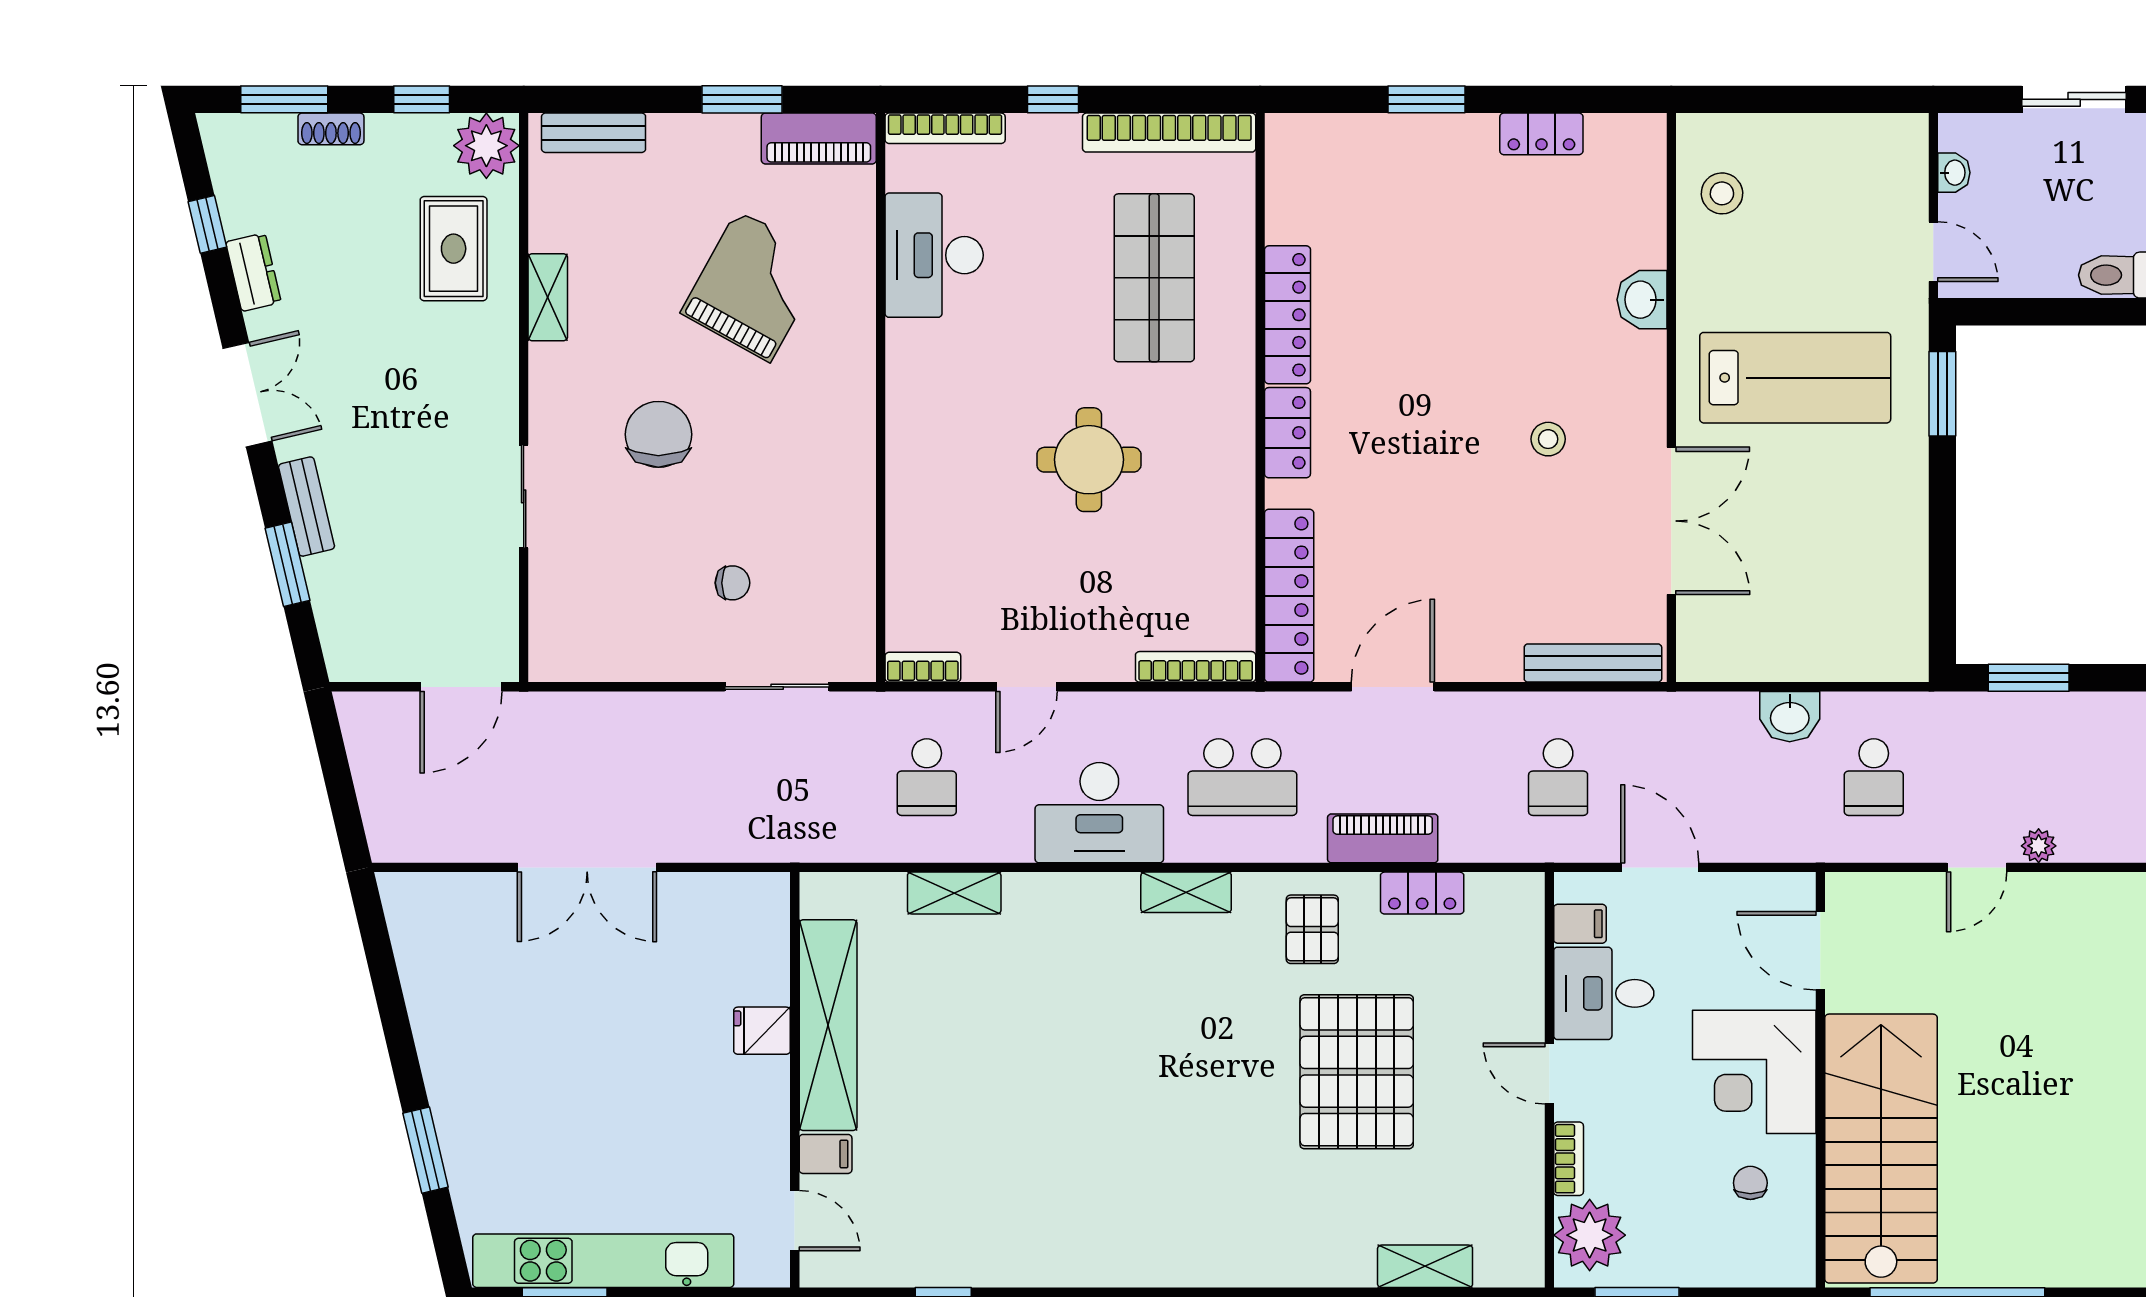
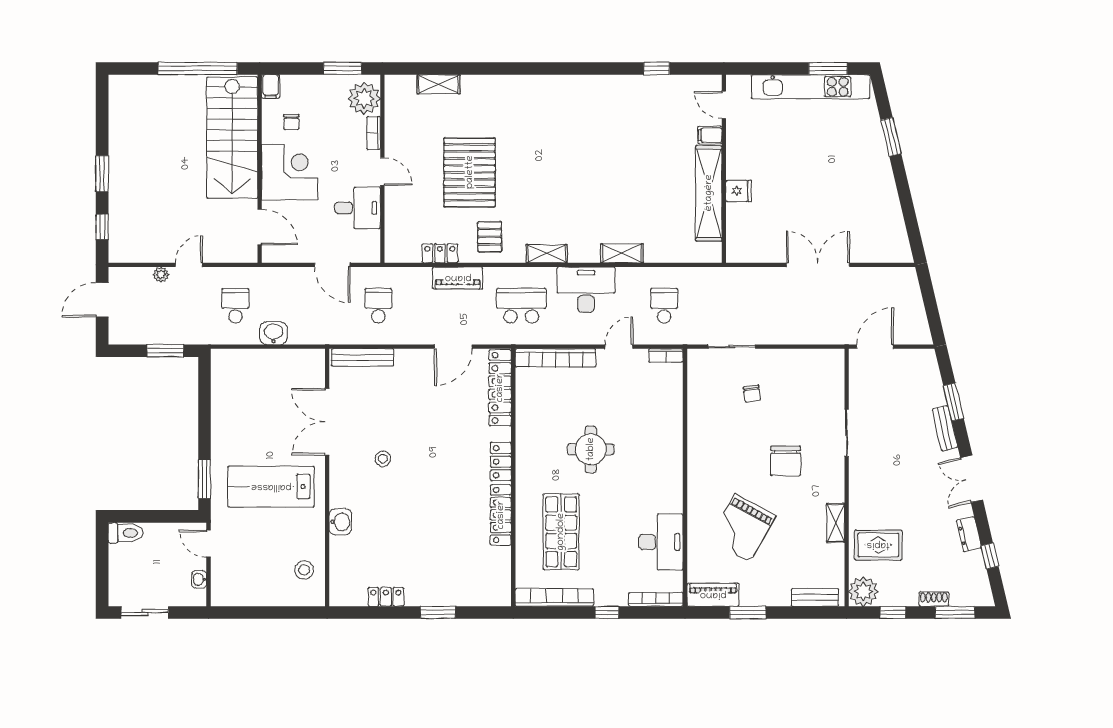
rug: (454, 249) -> (878, 545), turned 90
chair: (732, 583) -> (752, 394), turned -98
bookcase: (1196, 667) -> (555, 358), width x1.48, depth x1.31
shelving: (954, 893) -> (622, 253), moved
filing cabinet: (1580, 924) -> (271, 86), moved, turned -90

